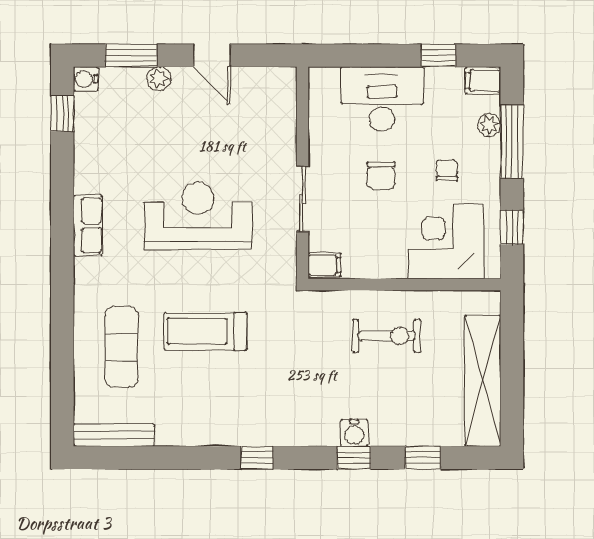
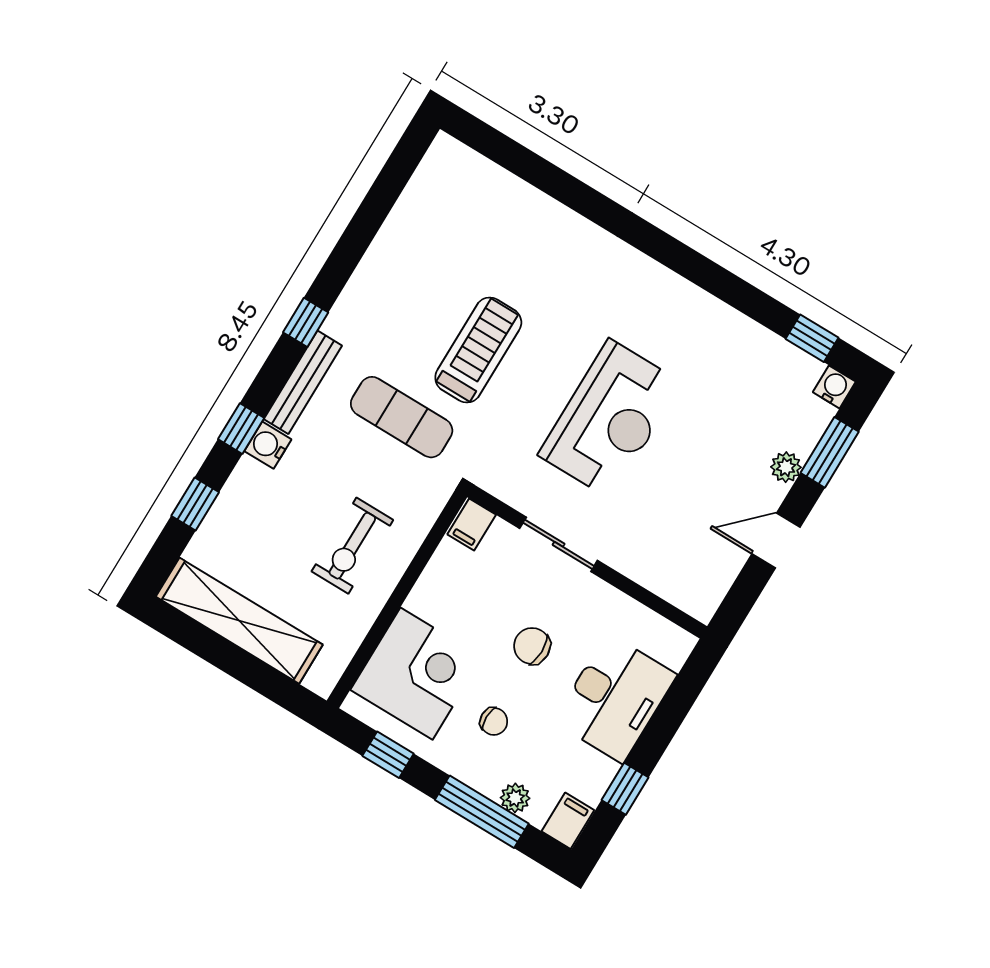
row of seats: (88, 225) -> (672, 292), removed
exercise mat: (122, 347) -> (402, 417), moved
bench: (114, 435) -> (303, 382), moved

